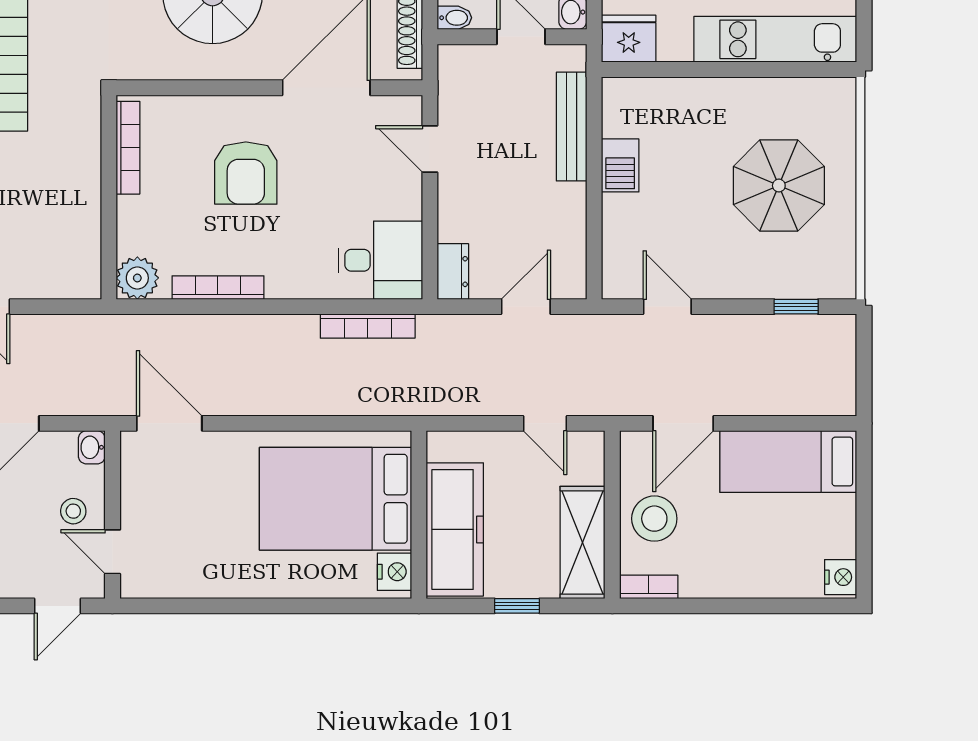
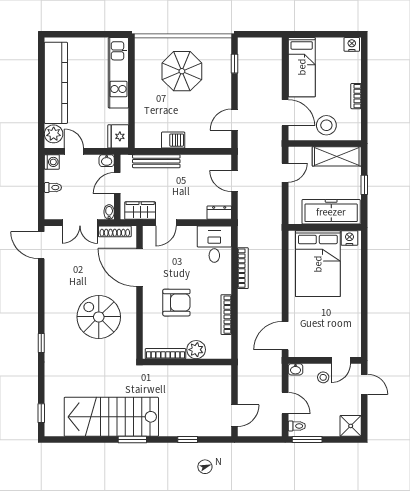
wardrobe: (458, 89) -> (140, 211), added
plant: (137, 278) -> (196, 350), moved
bookcase: (368, 326) -> (243, 268), moved
bookcase: (649, 587) -> (356, 96), moved

